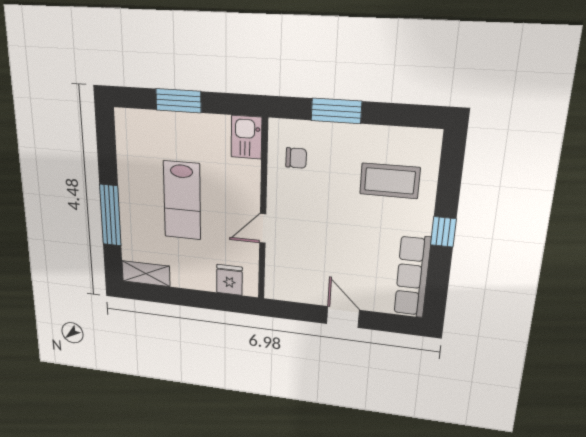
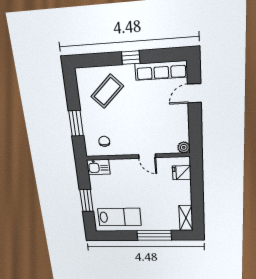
coffee table: (390, 181) -> (107, 91), turned 46
lab bench: (182, 201) -> (119, 217), moved
plant: (275, 290) -> (184, 147), added
door: (343, 317) -> (194, 93), moved

